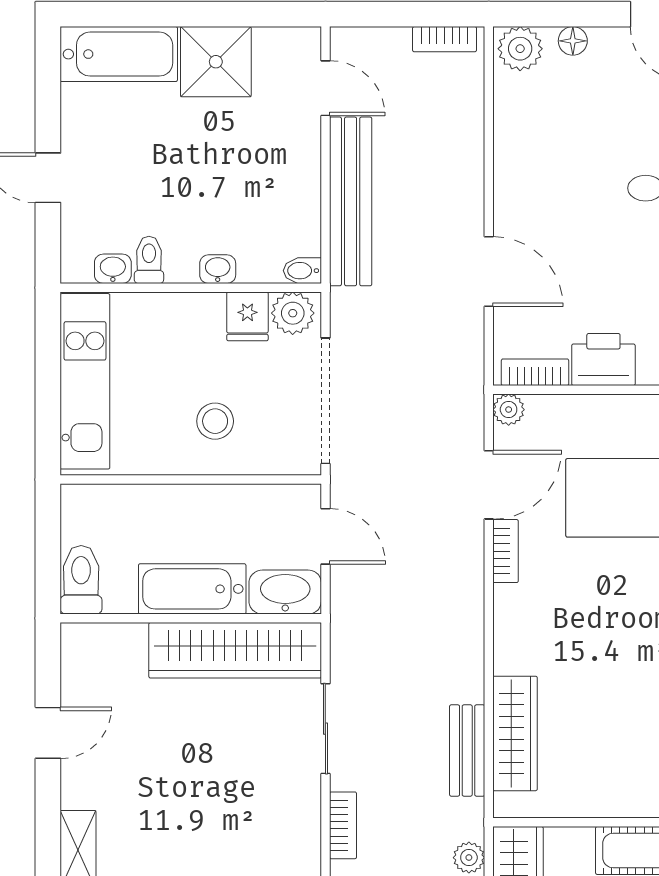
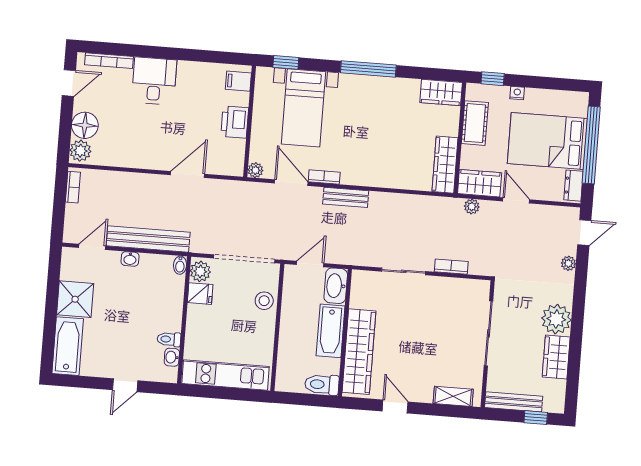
floor lamp: (573, 41) -> (85, 125), width x1.89, depth x1.89
washbasin: (218, 269) -> (130, 259), moved, turned -90
bookcase: (535, 372) -> (238, 156), removed
stool: (215, 421) -> (264, 301), moved
wardrobe: (235, 650) -> (359, 352), moved
wardrobe: (515, 733) -> (445, 165), moved, turned -90
bench: (467, 750) -> (346, 197), moved

